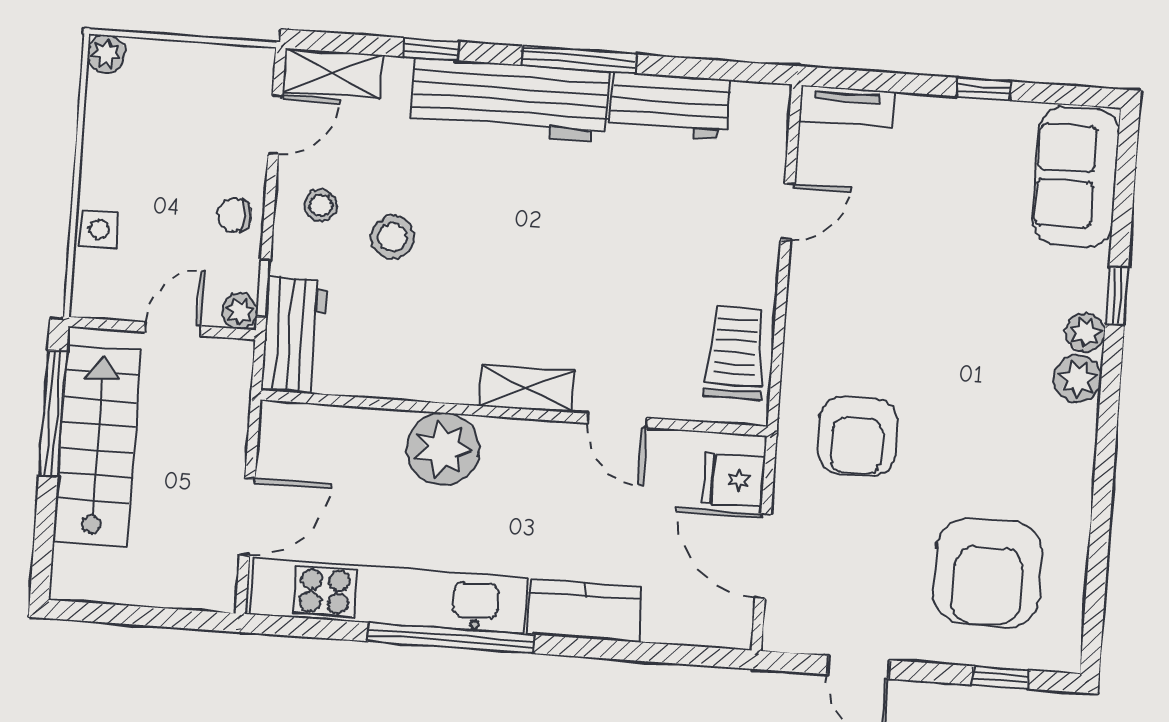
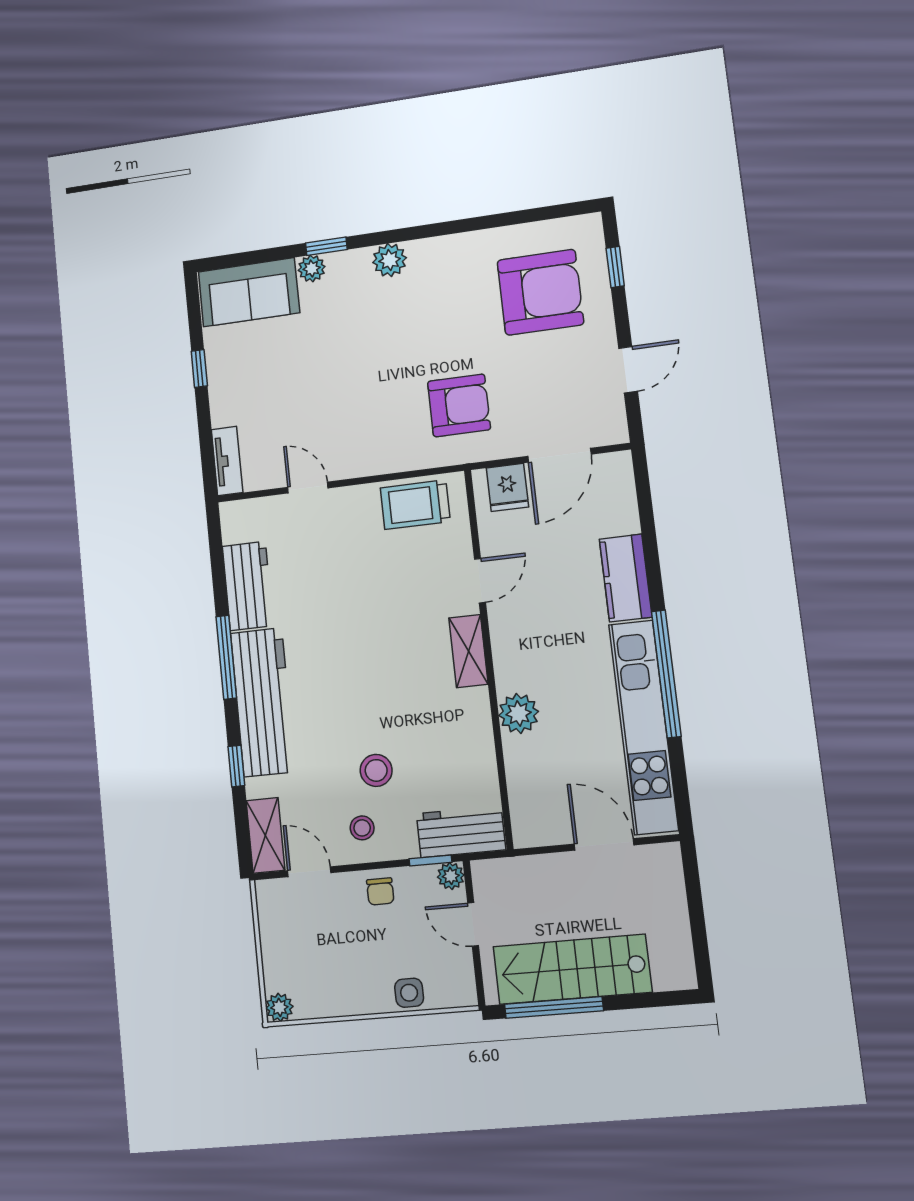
plant: (1086, 332) -> (312, 268), moved
plant: (443, 449) -> (519, 713), width x0.73, depth x0.73

